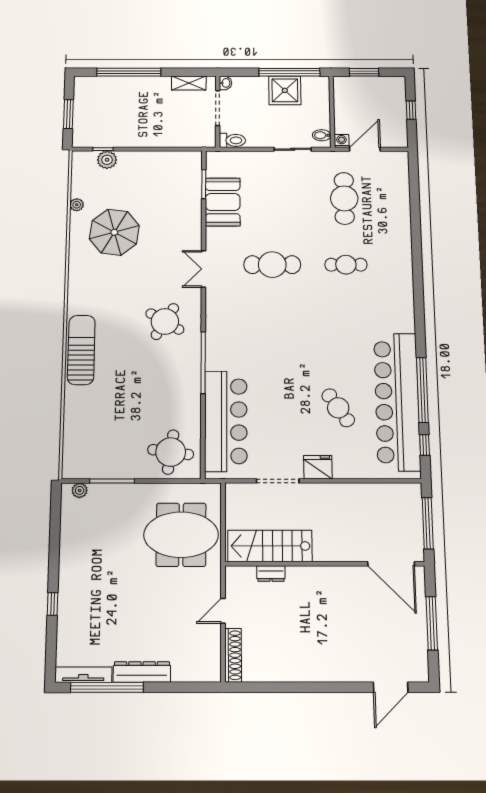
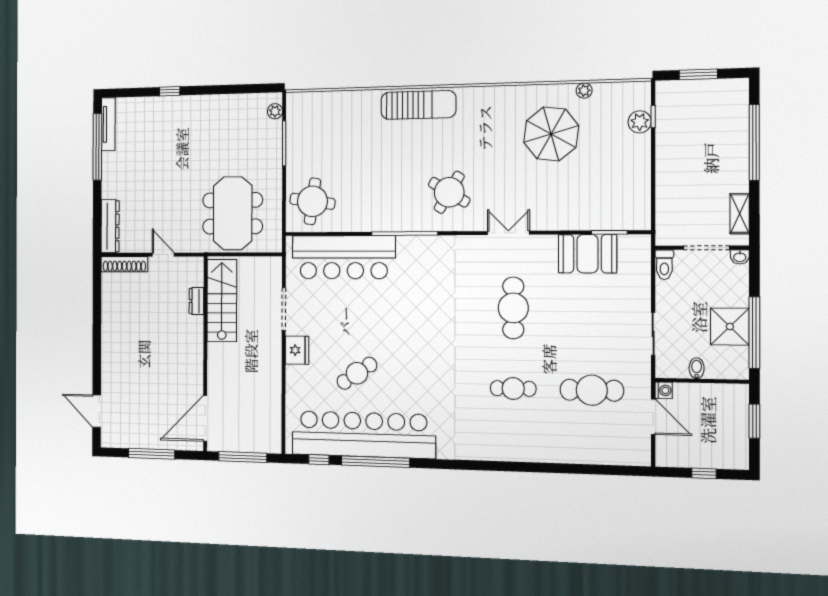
bidet: (322, 135) -> (697, 368), moved
cafe table: (346, 265) -> (513, 388), turned 90
dresser: (142, 672) -> (110, 226), moved

